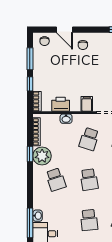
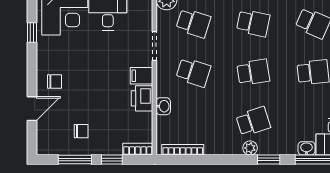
chair: (45, 41) -> (81, 131), moved
printer: (61, 104) -> (142, 98), moved
window: (30, 154) -> (269, 159), moved
plant: (42, 156) -> (250, 148), moved, width x0.53, depth x0.53

